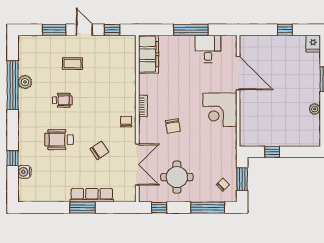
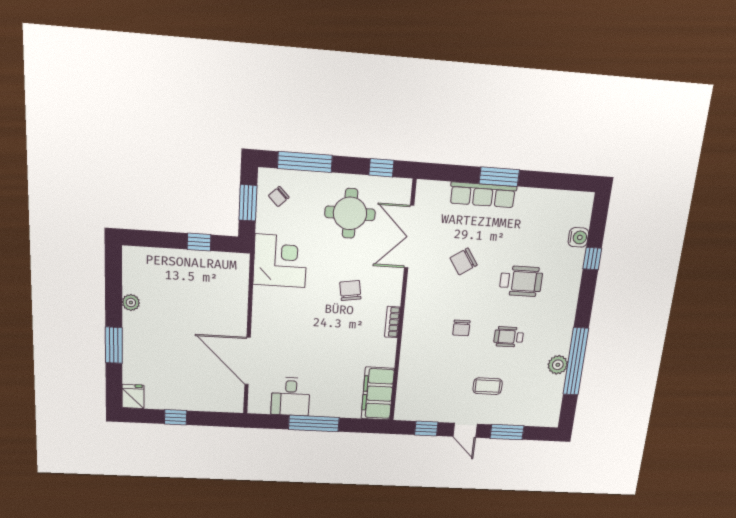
corner desk: (220, 110) -> (280, 261), moved
chair: (126, 122) -> (461, 328), moved

